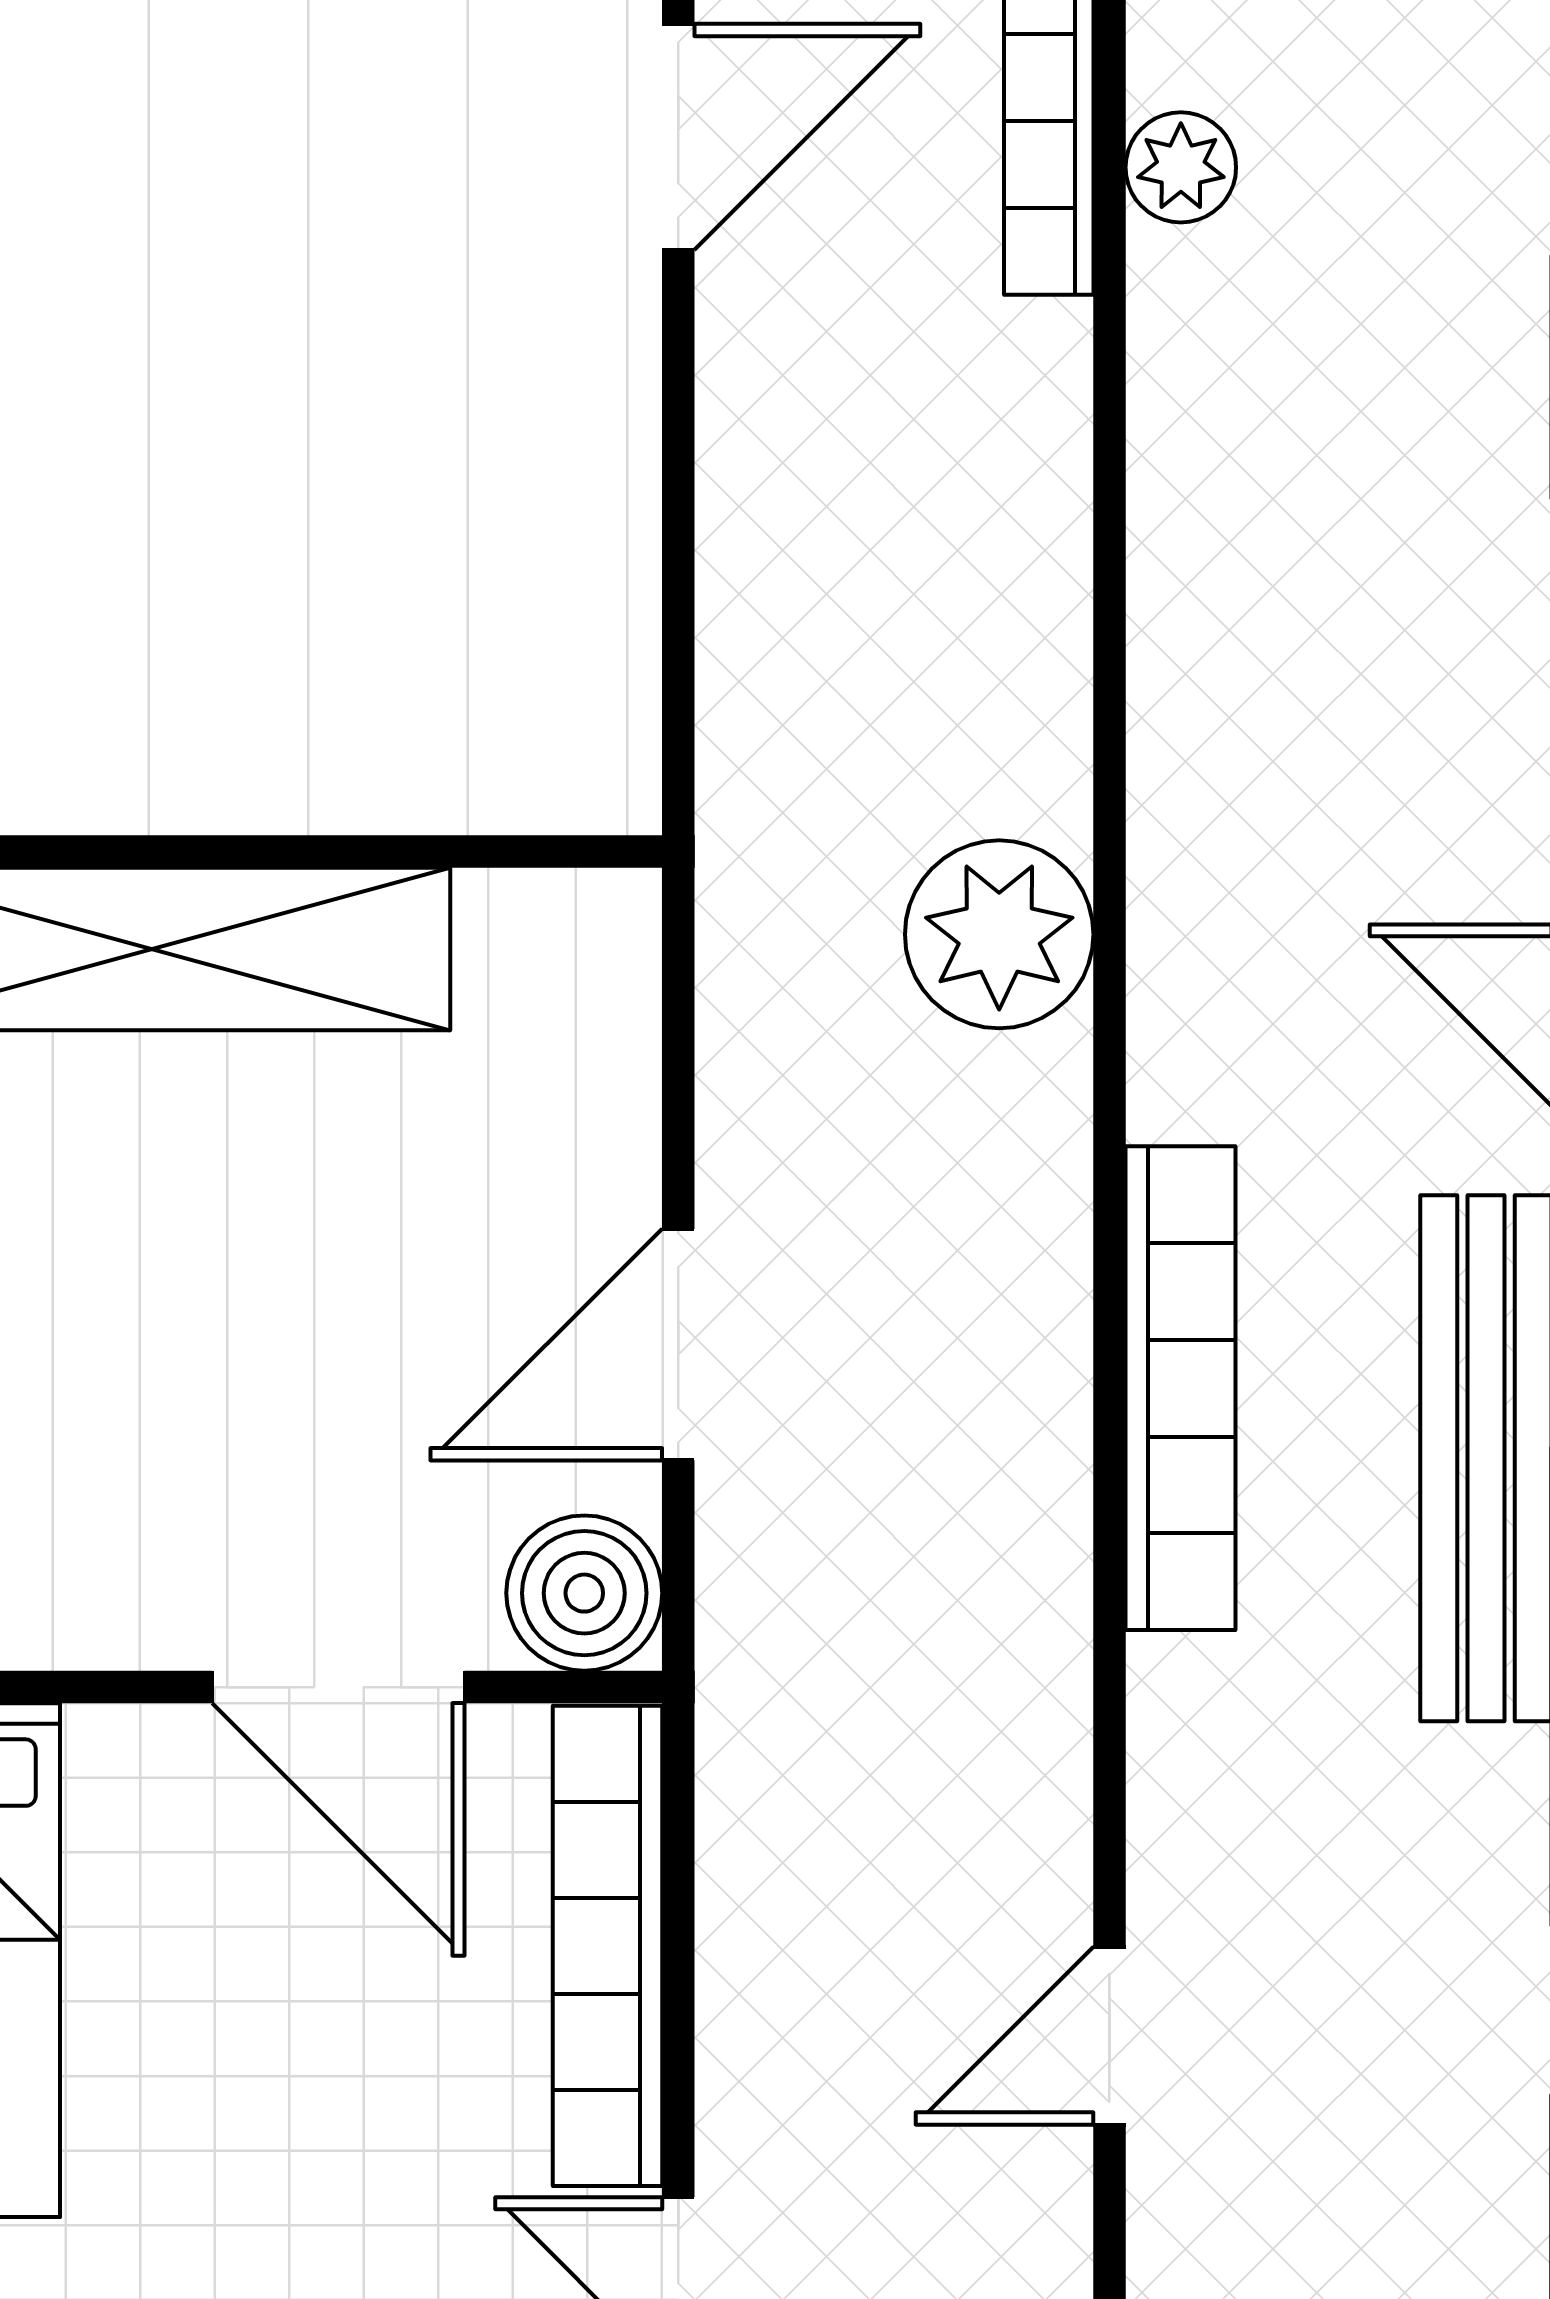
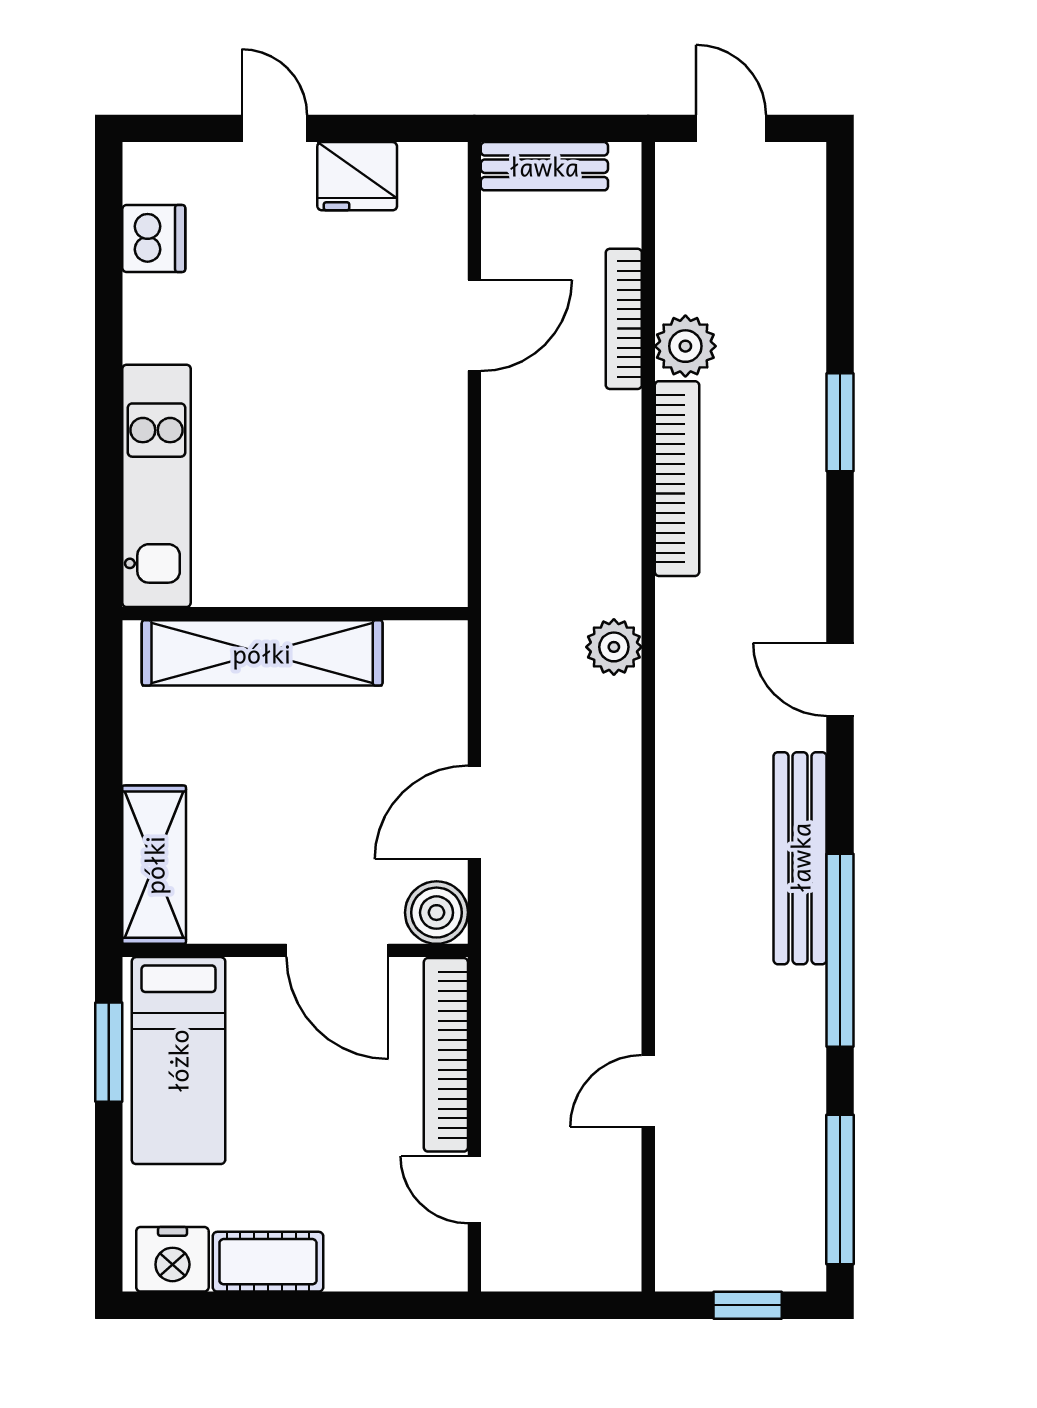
plant: (1181, 167) -> (685, 346), width x1.38, depth x1.38
plant: (999, 934) -> (614, 647), width x0.73, depth x0.73
bookcase: (1181, 1388) -> (677, 479), moved

